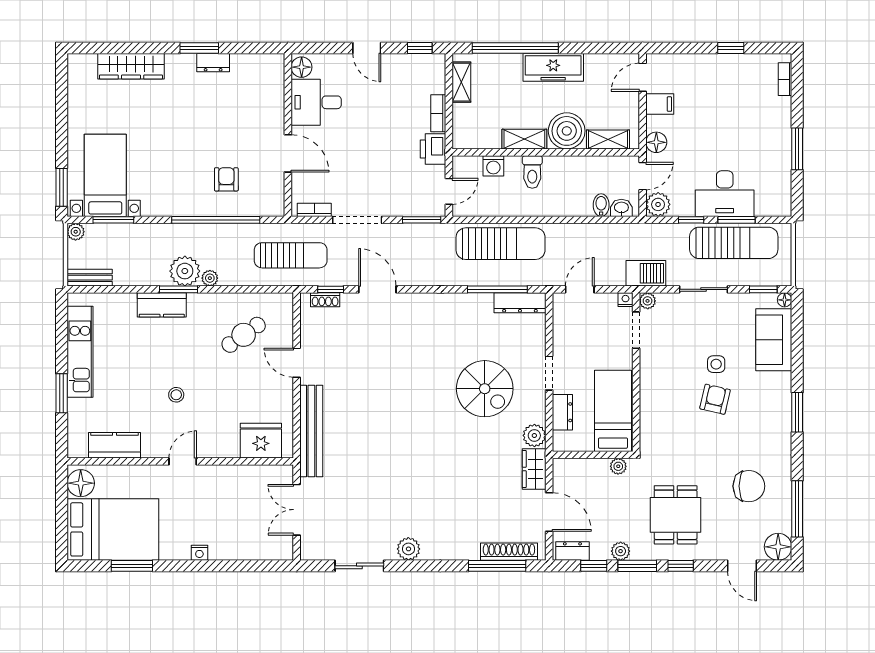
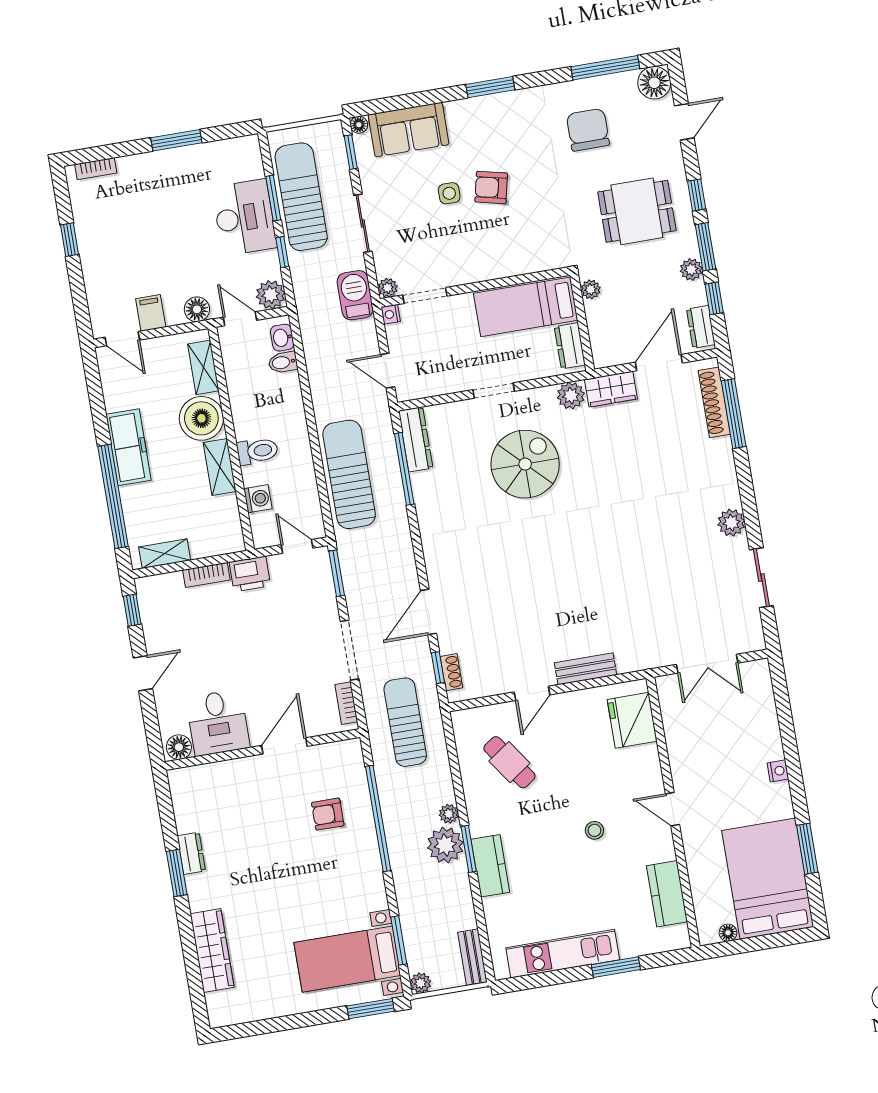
dresser: (562, 412) -> (570, 346), moved, turned -90
bench: (311, 431) -> (585, 669), width x0.54, depth x0.82
floor lamp: (81, 483) -> (728, 933), width x0.53, depth x0.53

